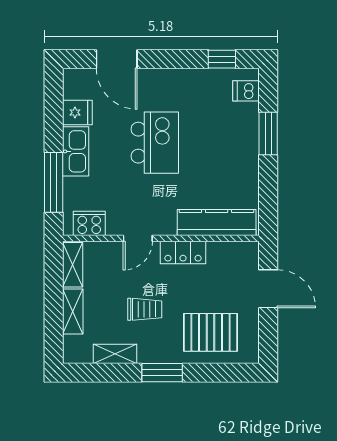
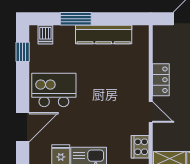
kitchen island: (155, 143) -> (54, 90), moved
kitchen counter: (217, 223) -> (104, 35), moved, turned -90

